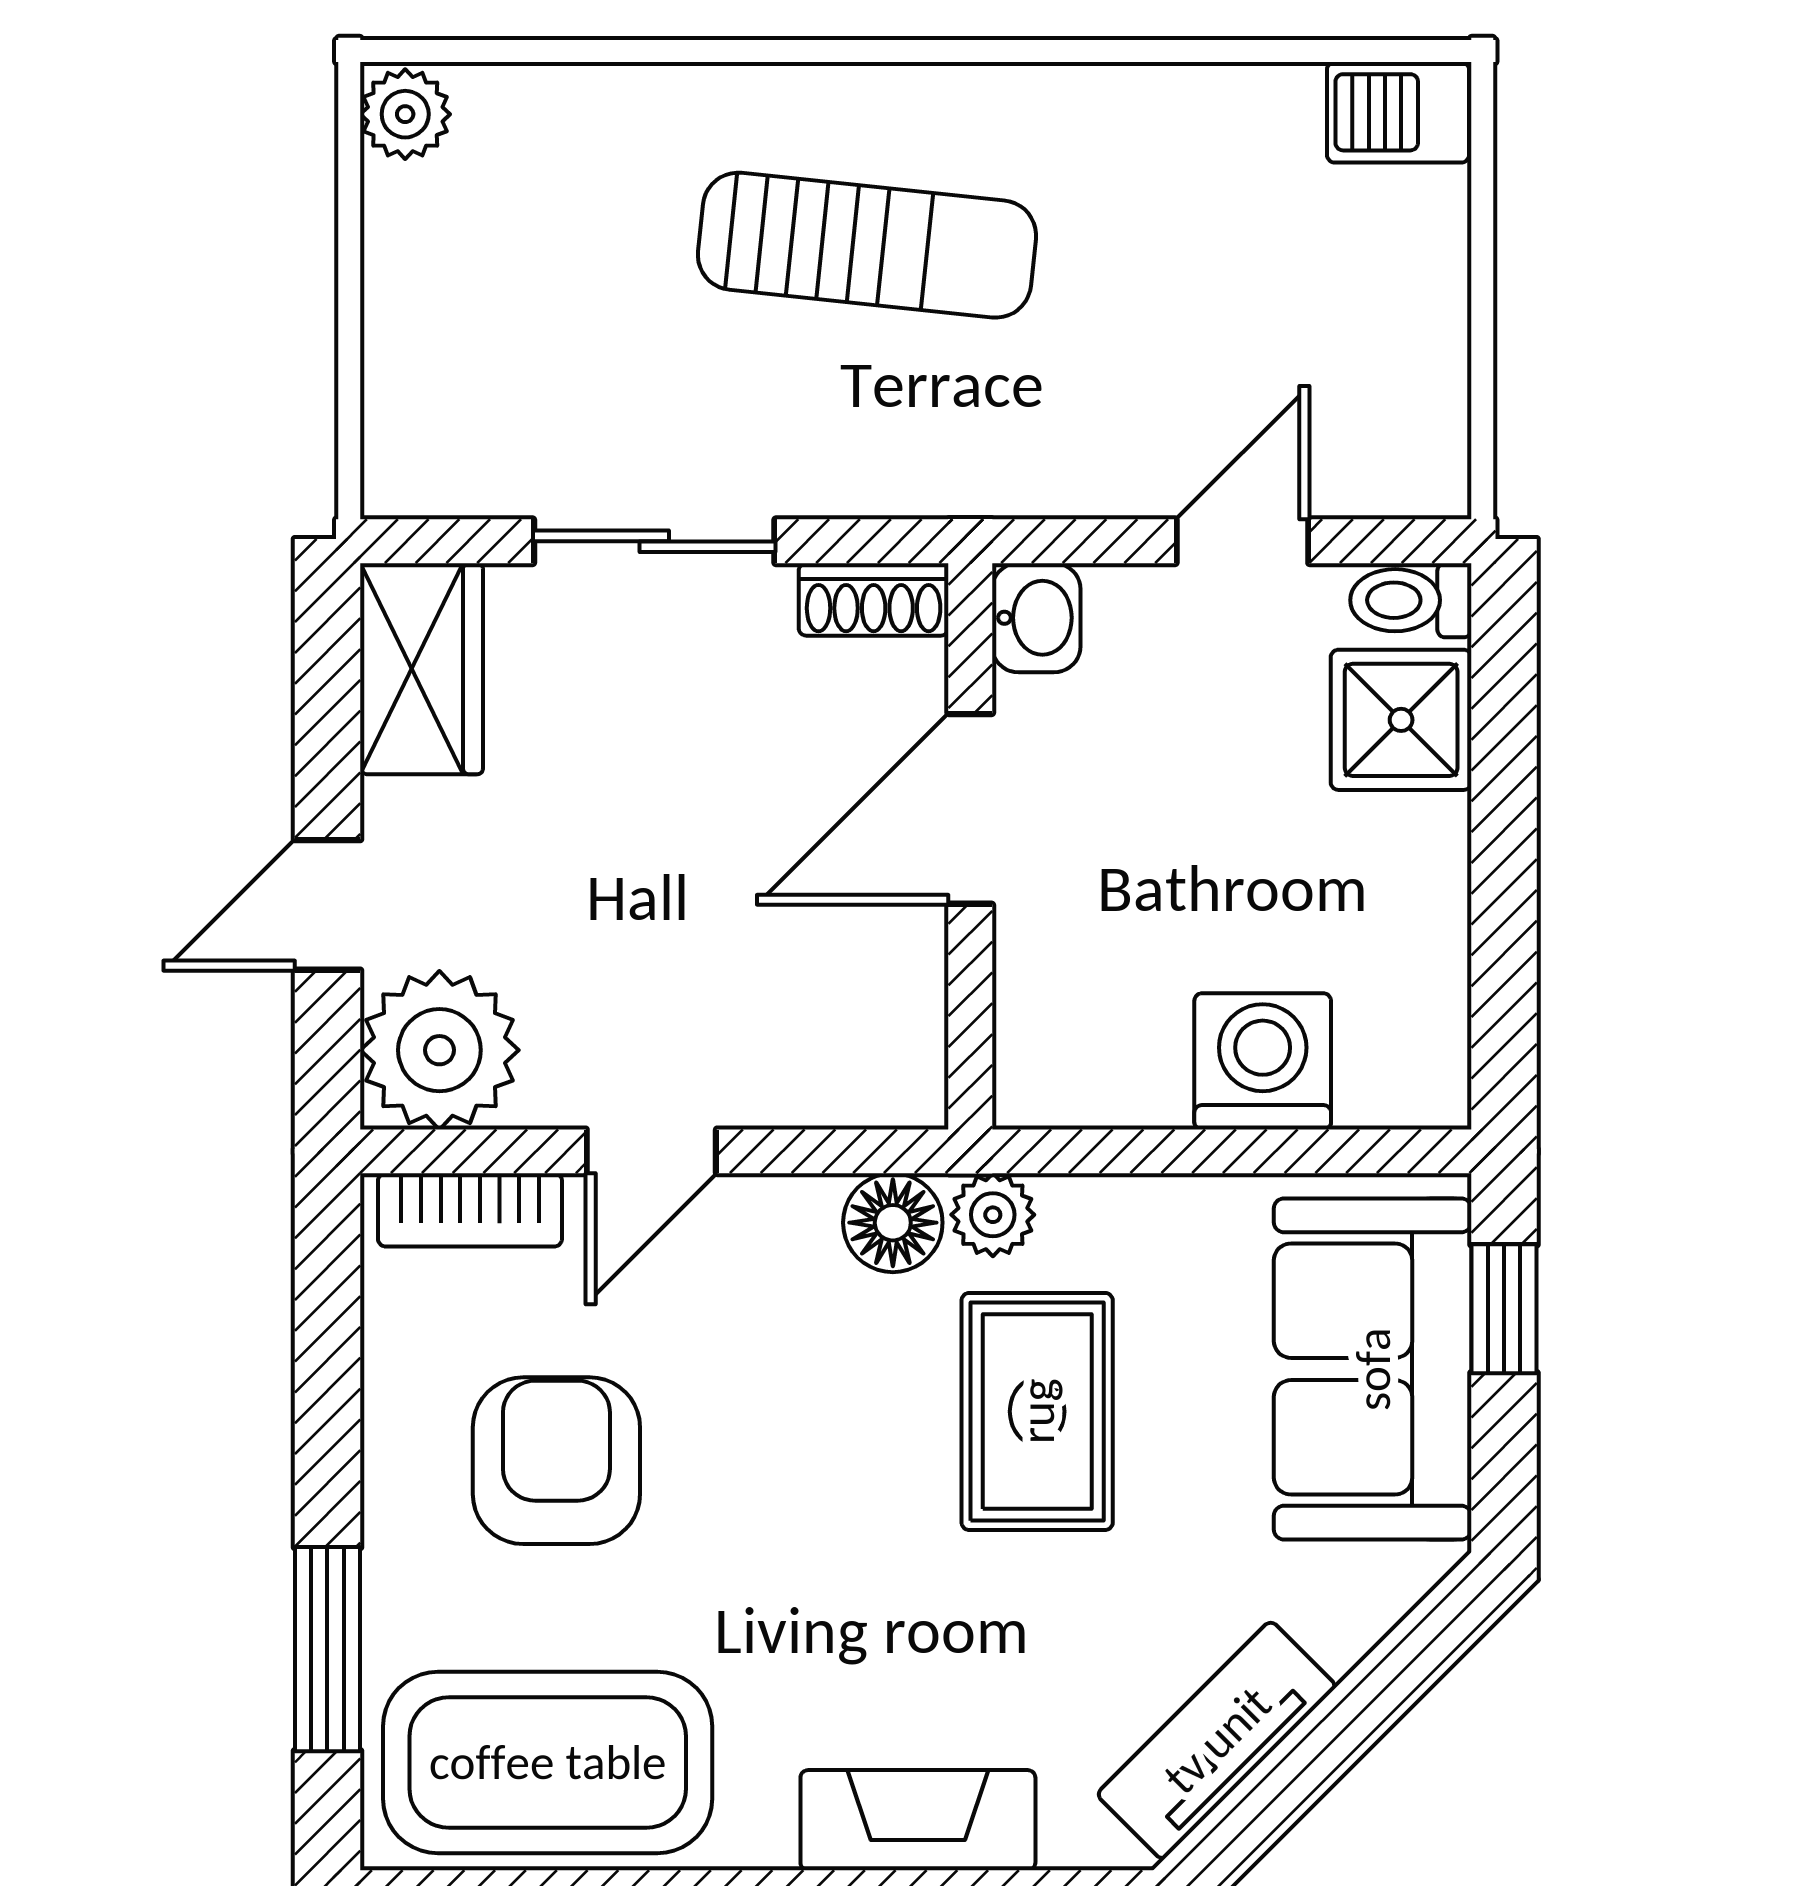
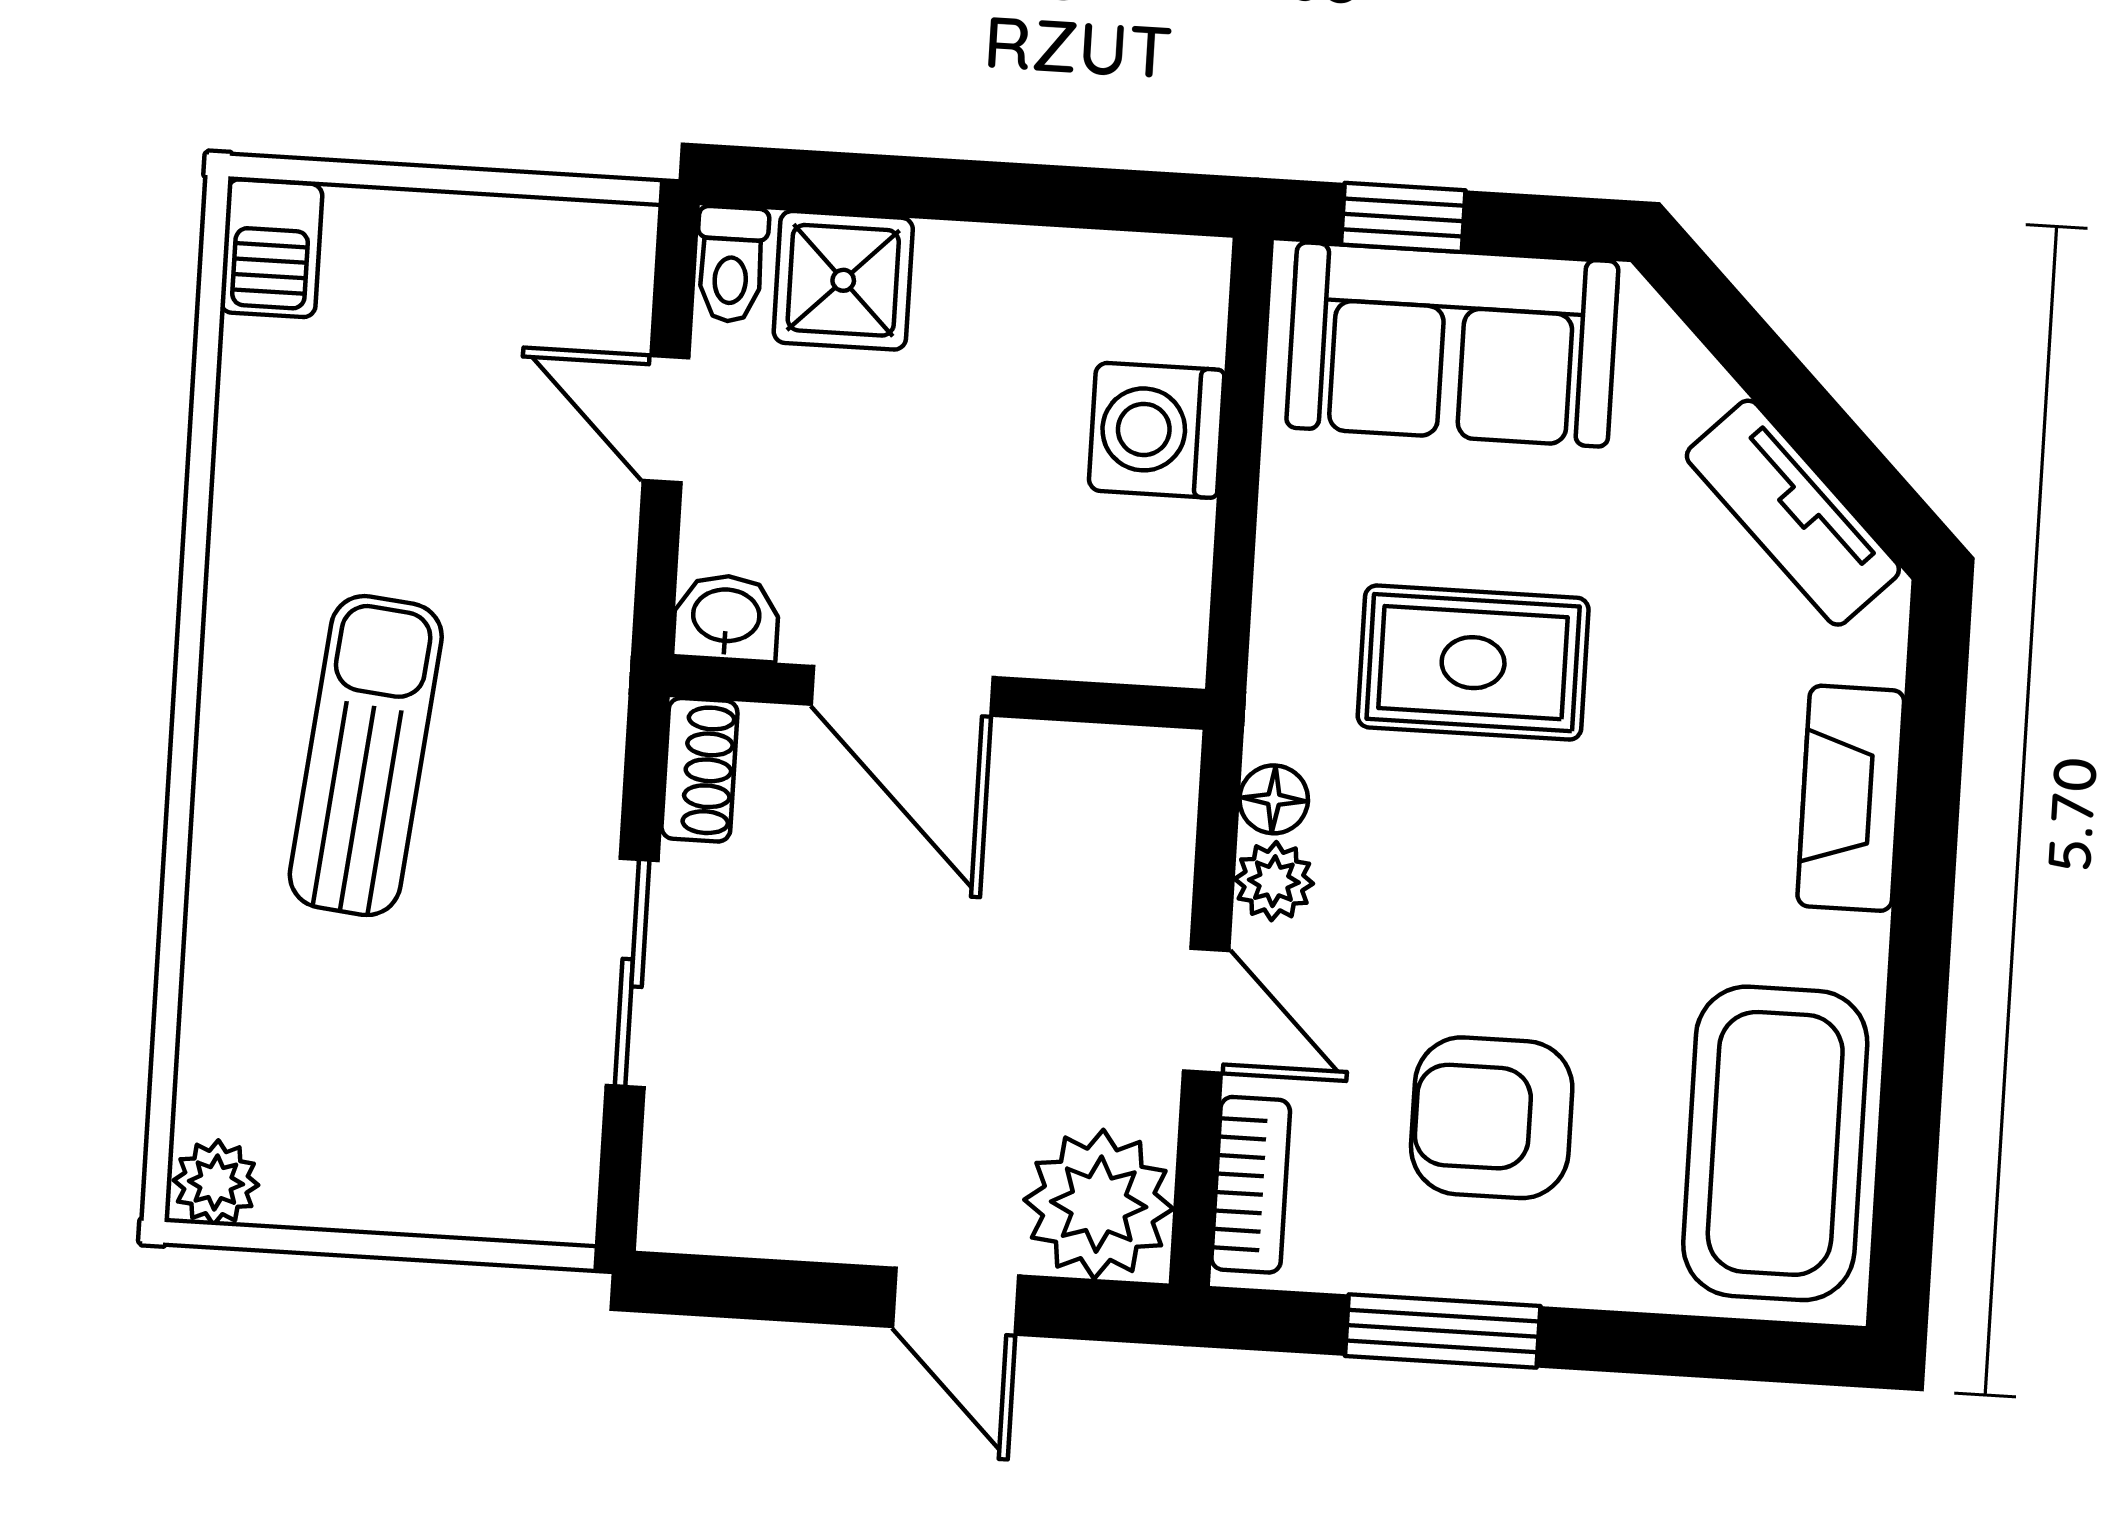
wardrobe: (421, 669) -> (739, 1199), removed
plant: (993, 1215) -> (1274, 881), moved
floor lamp: (893, 1223) -> (1274, 799), width x0.73, depth x0.73
window: (327, 1649) -> (1443, 1331), moved

